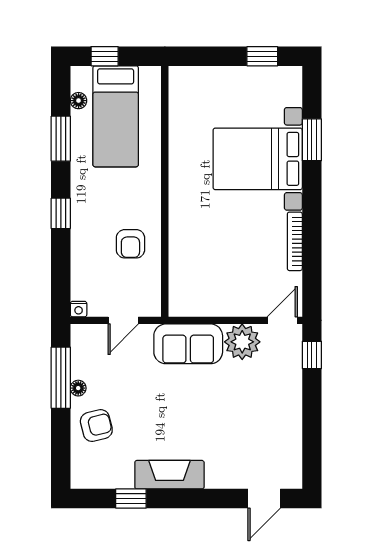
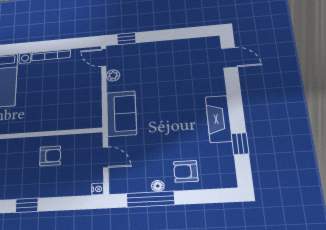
plant: (242, 342) -> (113, 75), width x0.53, depth x0.53
armchair: (96, 426) -> (186, 171), turned -76

